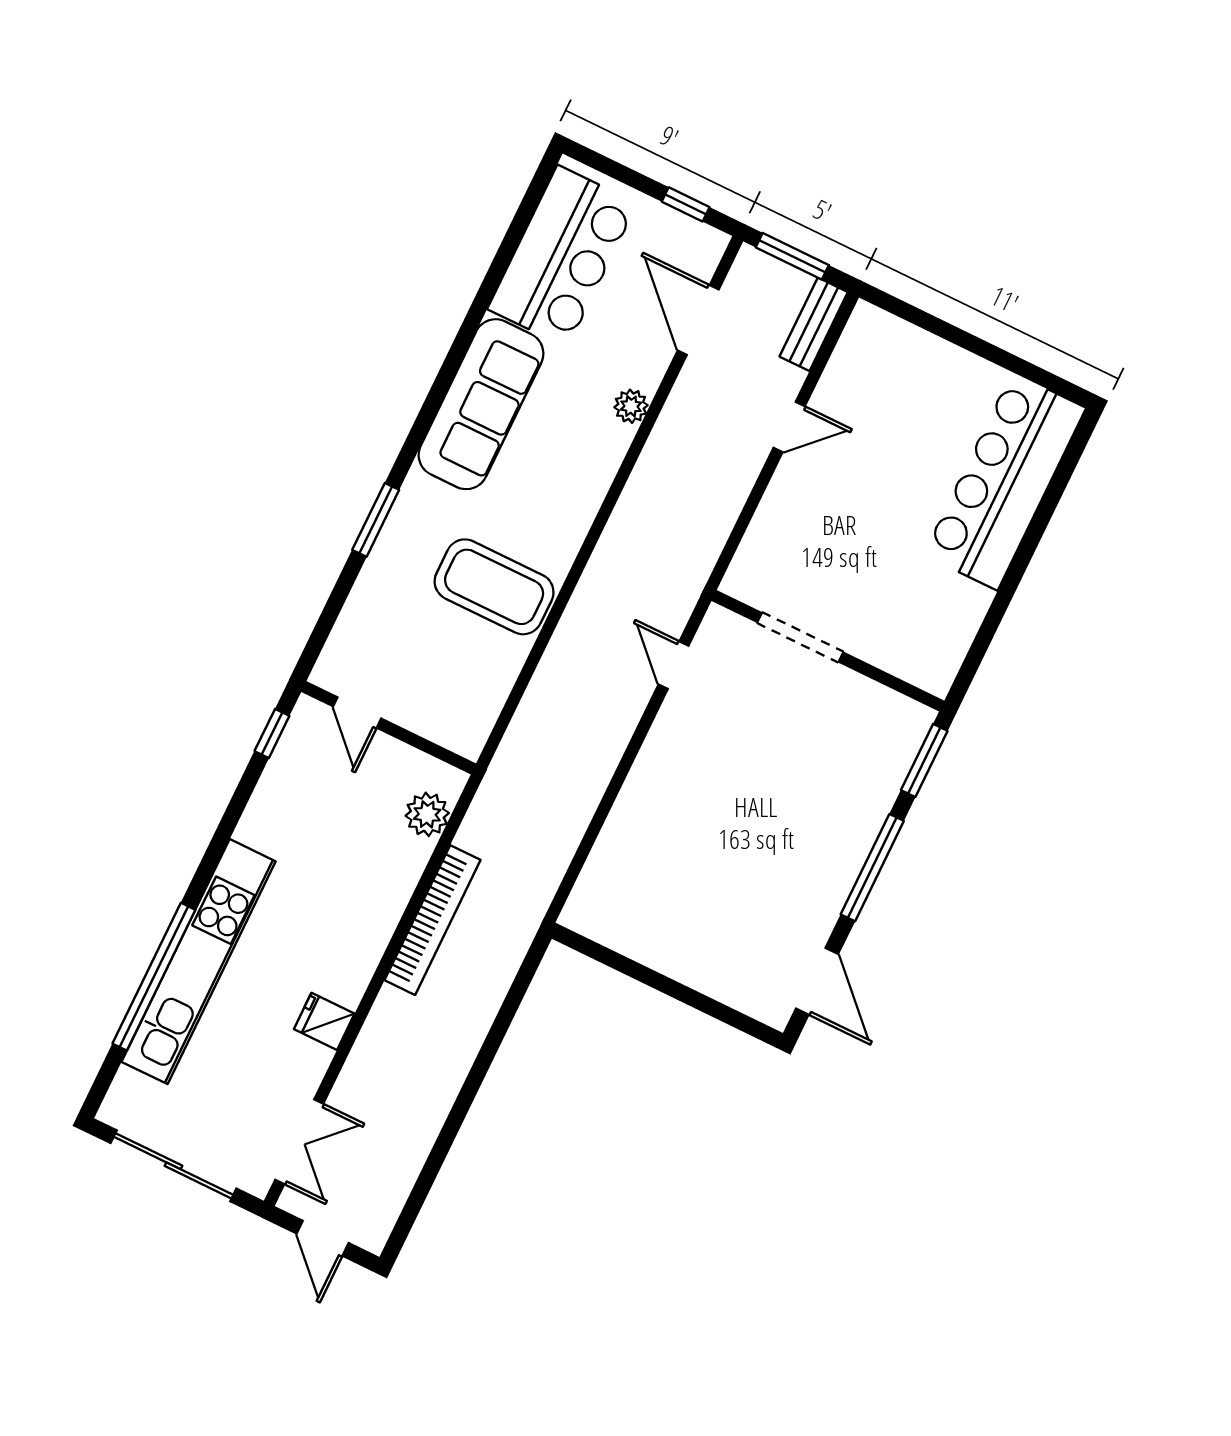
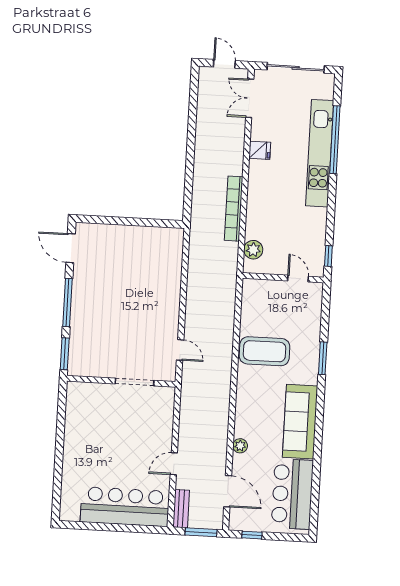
bar counter: (1005, 481) -> (125, 507), moved, turned -90

